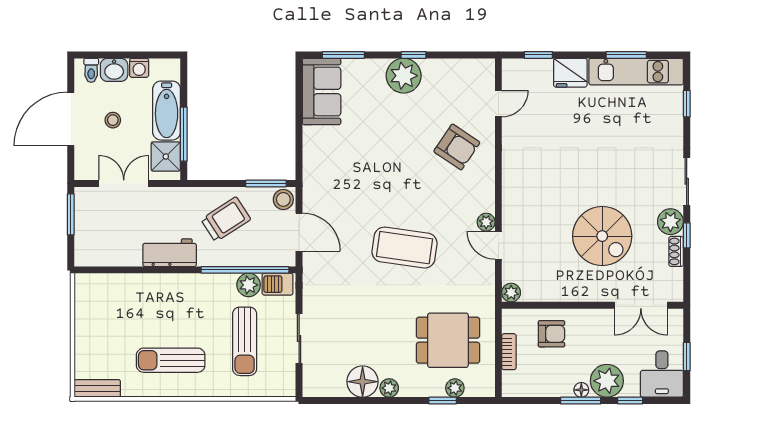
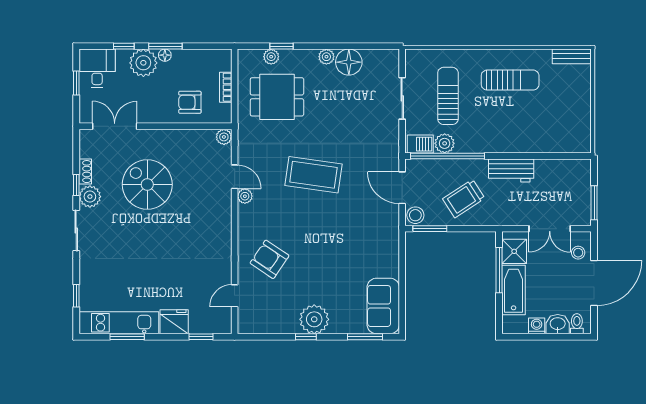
stool: (113, 120) -> (578, 253), moved

